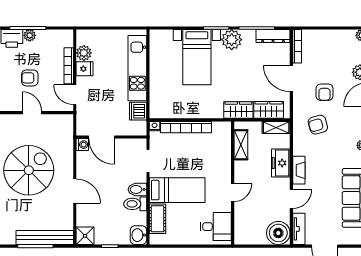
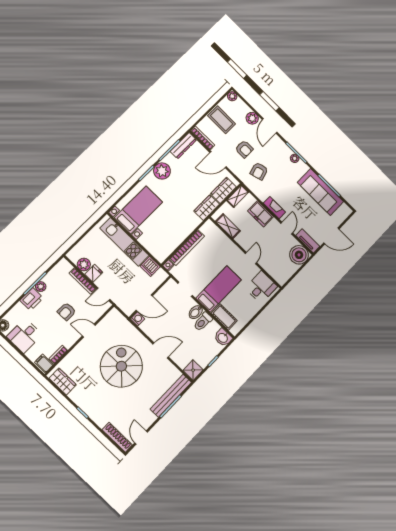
coffee table: (331, 47) -> (222, 120), added
bed with nightstands: (197, 57) -> (138, 210), moved, turned -90

